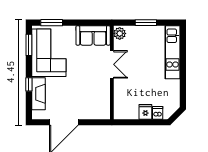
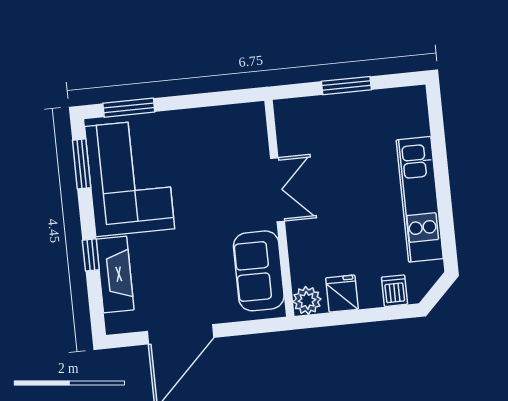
plant: (120, 33) -> (307, 300), moved
sofa: (93, 35) -> (259, 271), moved, turned 90
kitchen unit: (172, 52) -> (420, 199), moved
fridge: (145, 112) -> (342, 294), moved

